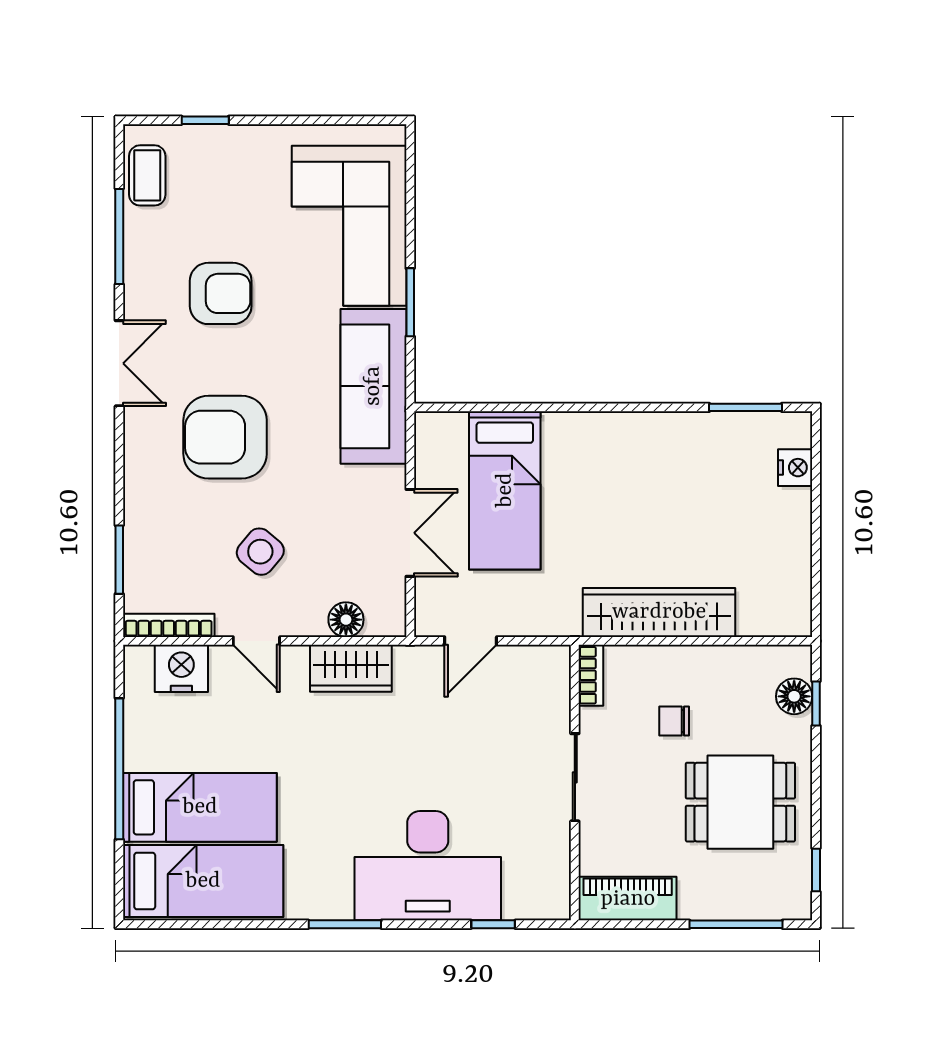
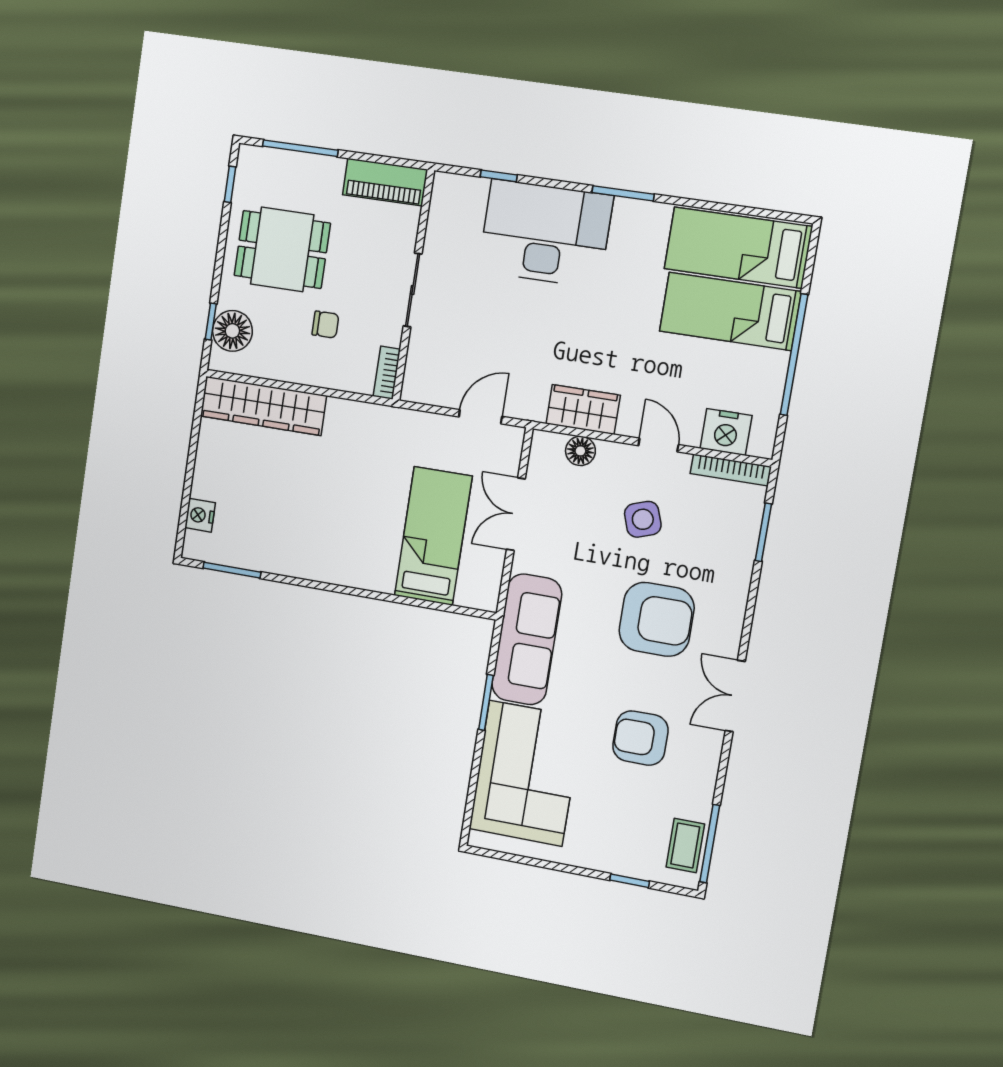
window: (119, 236) -> (710, 844), moved
side table: (260, 552) -> (643, 519), turned 31
wardrobe: (659, 612) -> (263, 406), moved
floor lamp: (794, 696) -> (232, 331), width x1.38, depth x1.38

